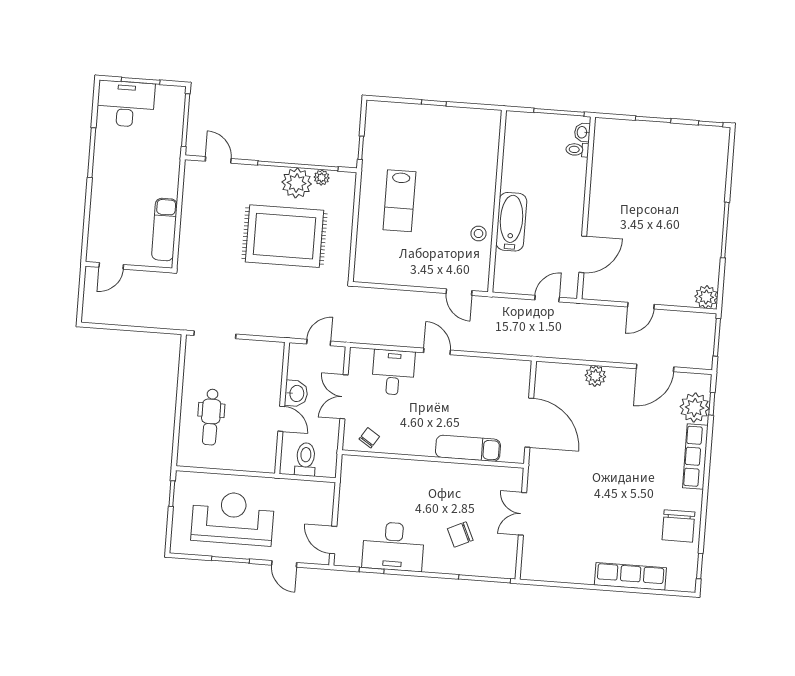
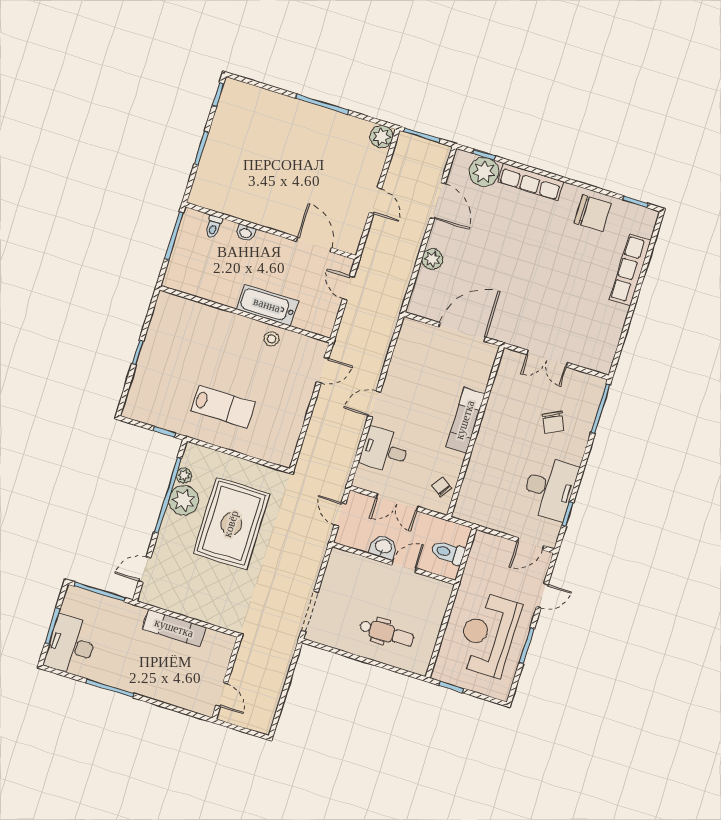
washbasin: (582, 132) -> (246, 233), moved
exam couch: (164, 229) -> (174, 628), moved
exam couch: (468, 448) -> (465, 420), moved

